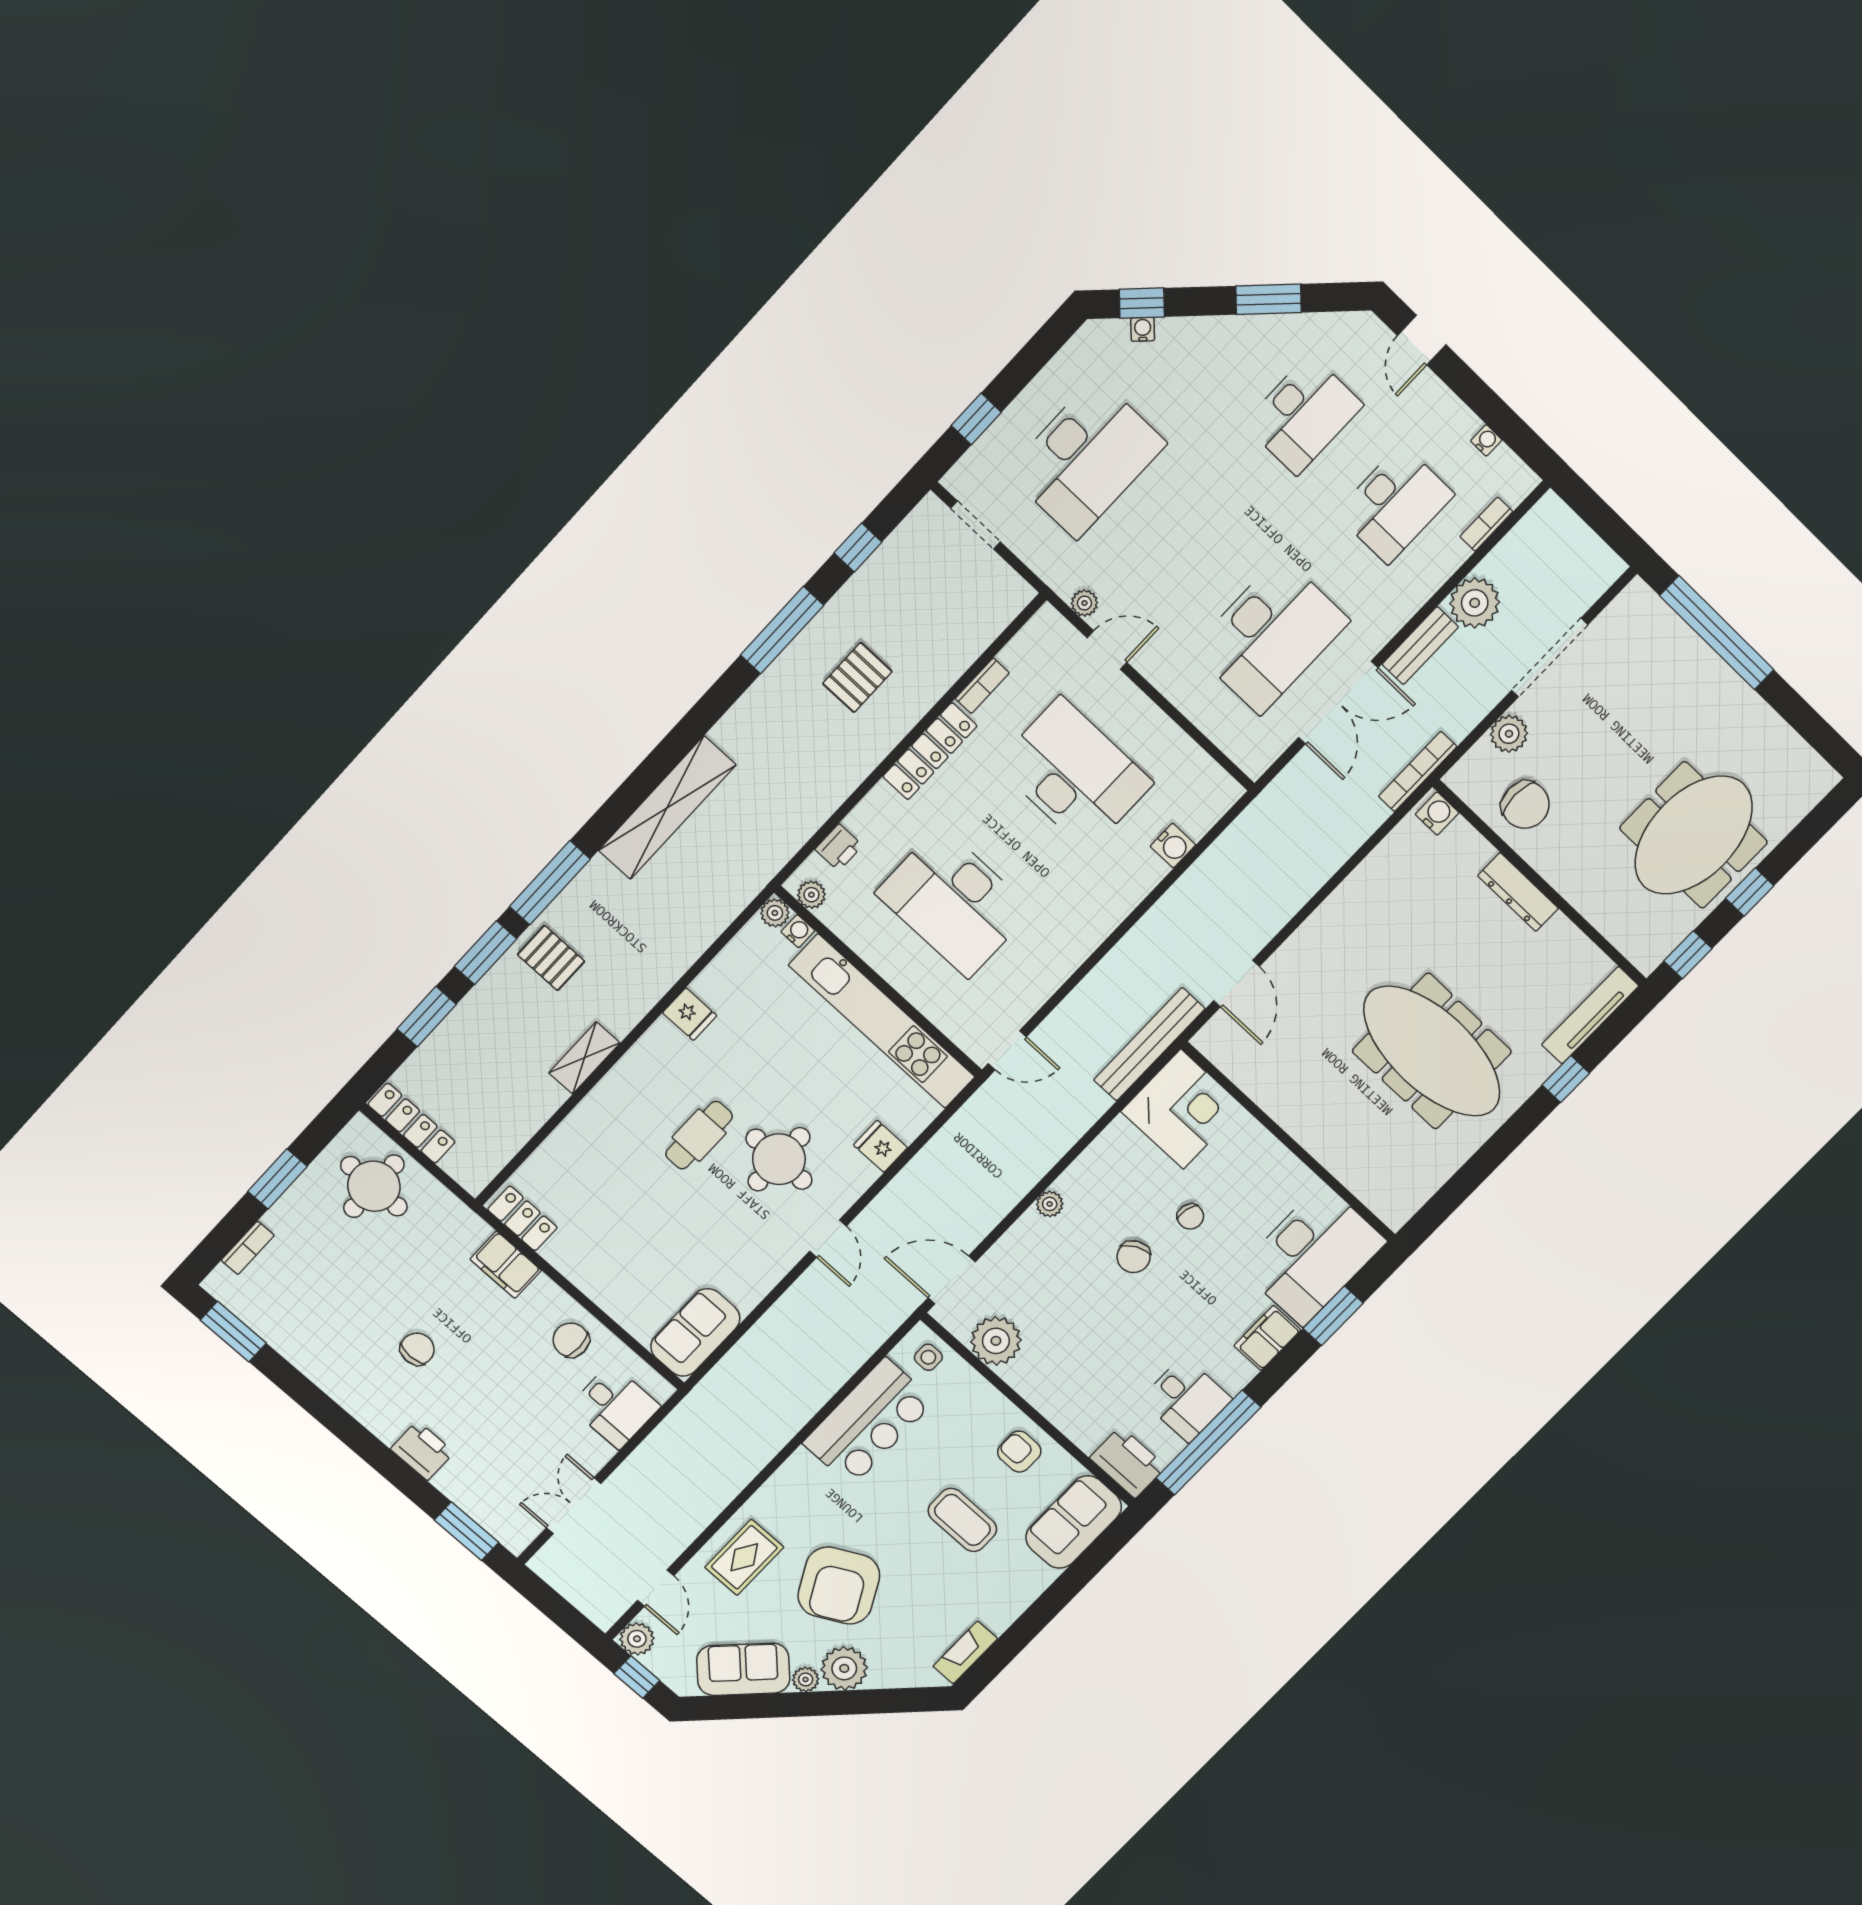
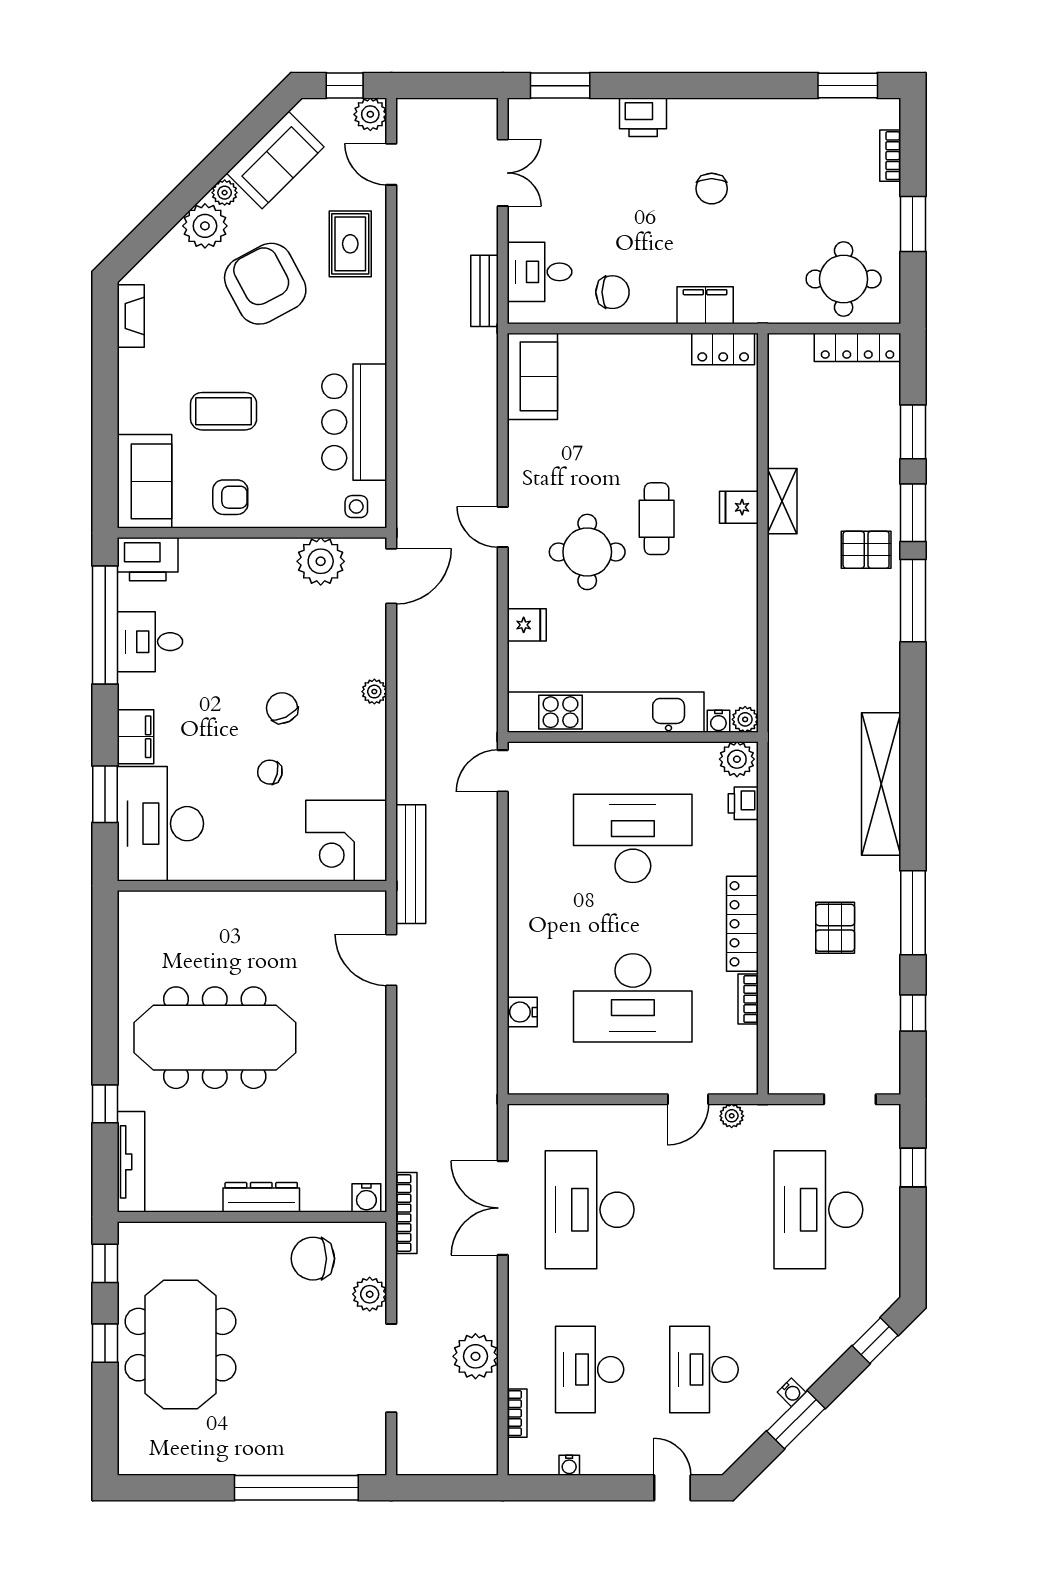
water cooler: (1143, 329) -> (791, 1392), moved
bench: (1420, 646) -> (484, 291), moved
shelving: (667, 808) -> (881, 784), moved
plant: (811, 895) -> (737, 759), width x1.38, depth x1.38
fridge: (690, 1014) -> (739, 507), moved

